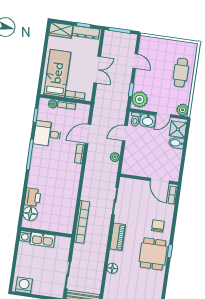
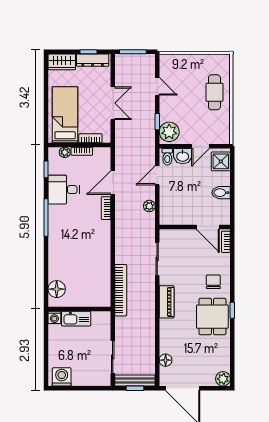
plant: (183, 110) -> (223, 137), removed
bidet: (176, 143) -> (221, 193), moved
printer: (33, 197) -> (57, 269), removed
floor lamp: (112, 268) -> (166, 360), moved

